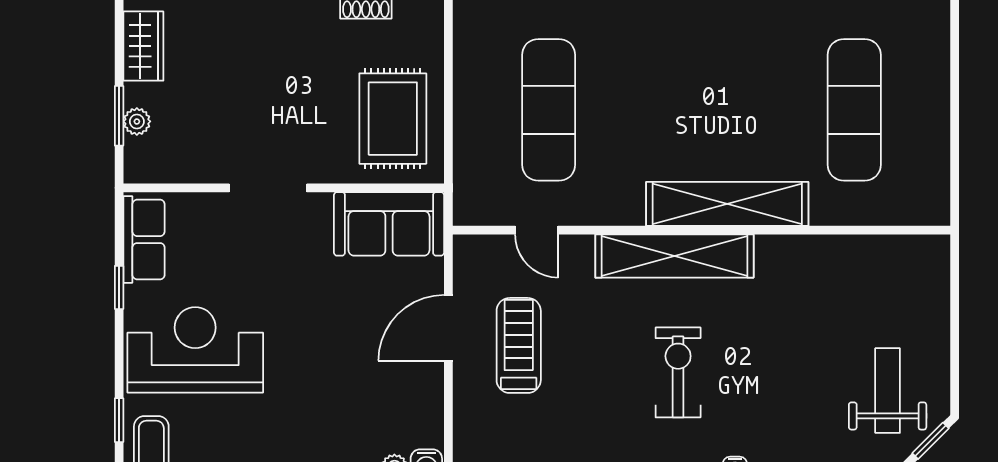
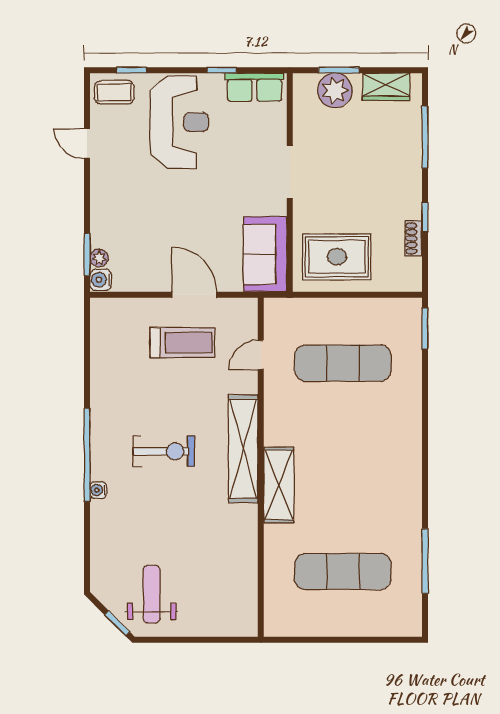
plant: (137, 121) -> (335, 90), width x1.88, depth x1.88
shelving: (727, 204) -> (279, 485), width x0.68
weight bench: (888, 391) -> (152, 594), turned -90

